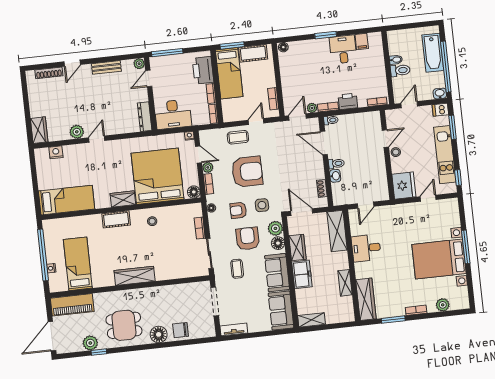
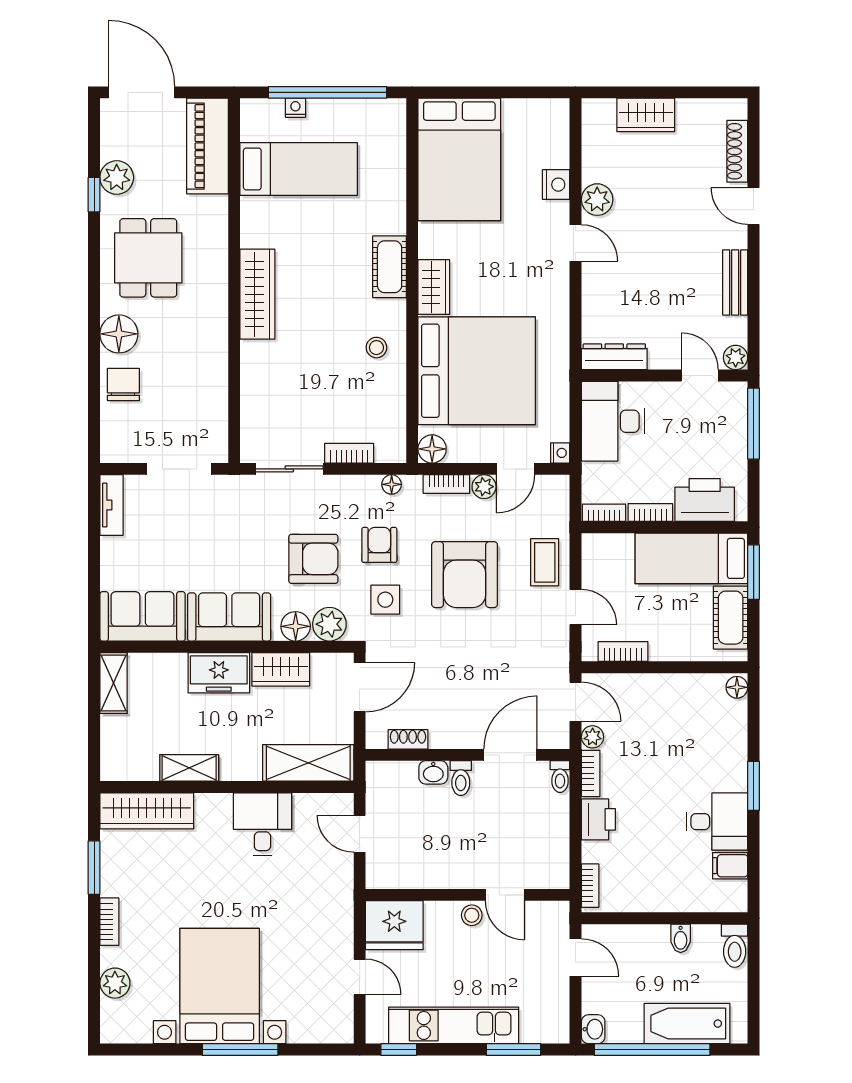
toilet: (400, 70) -> (735, 946), moved
dishwasher: (440, 110) -> (556, 1026), removed
wardrobe: (39, 130) -> (646, 115), moved
nightstand: (56, 152) -> (556, 185), moved
bed: (67, 200) -> (459, 159), width x1.50
coffee table: (237, 269) -> (248, 528), removed

